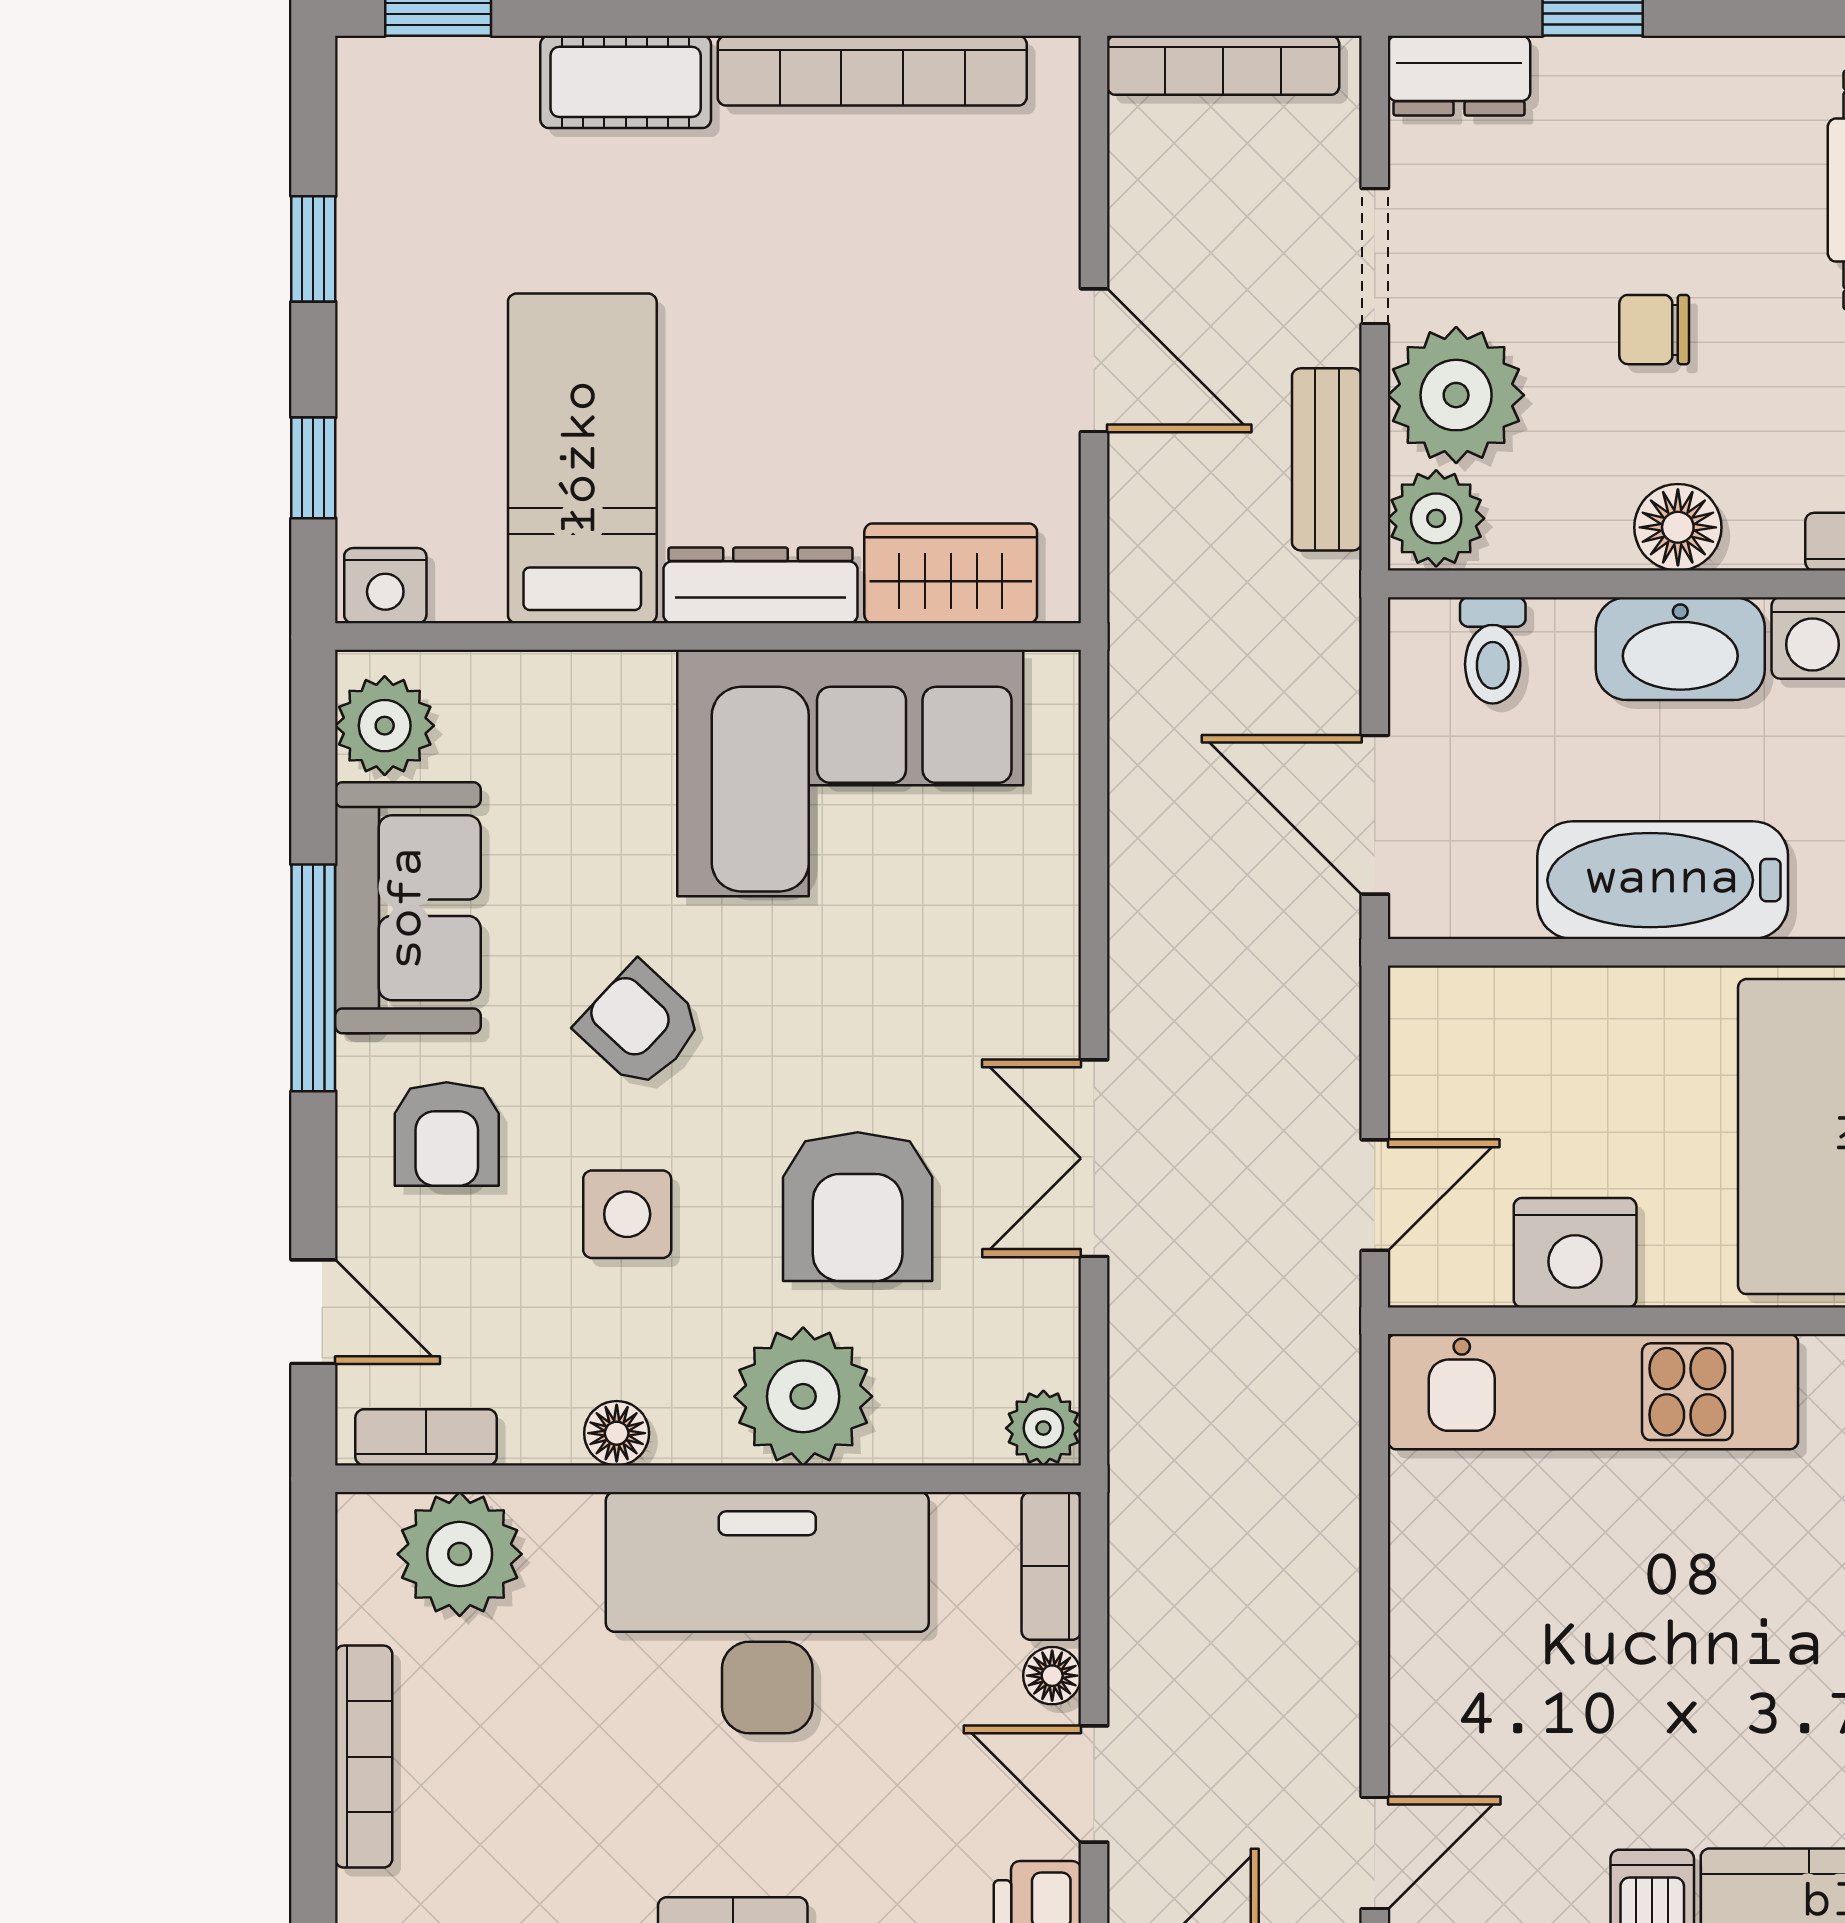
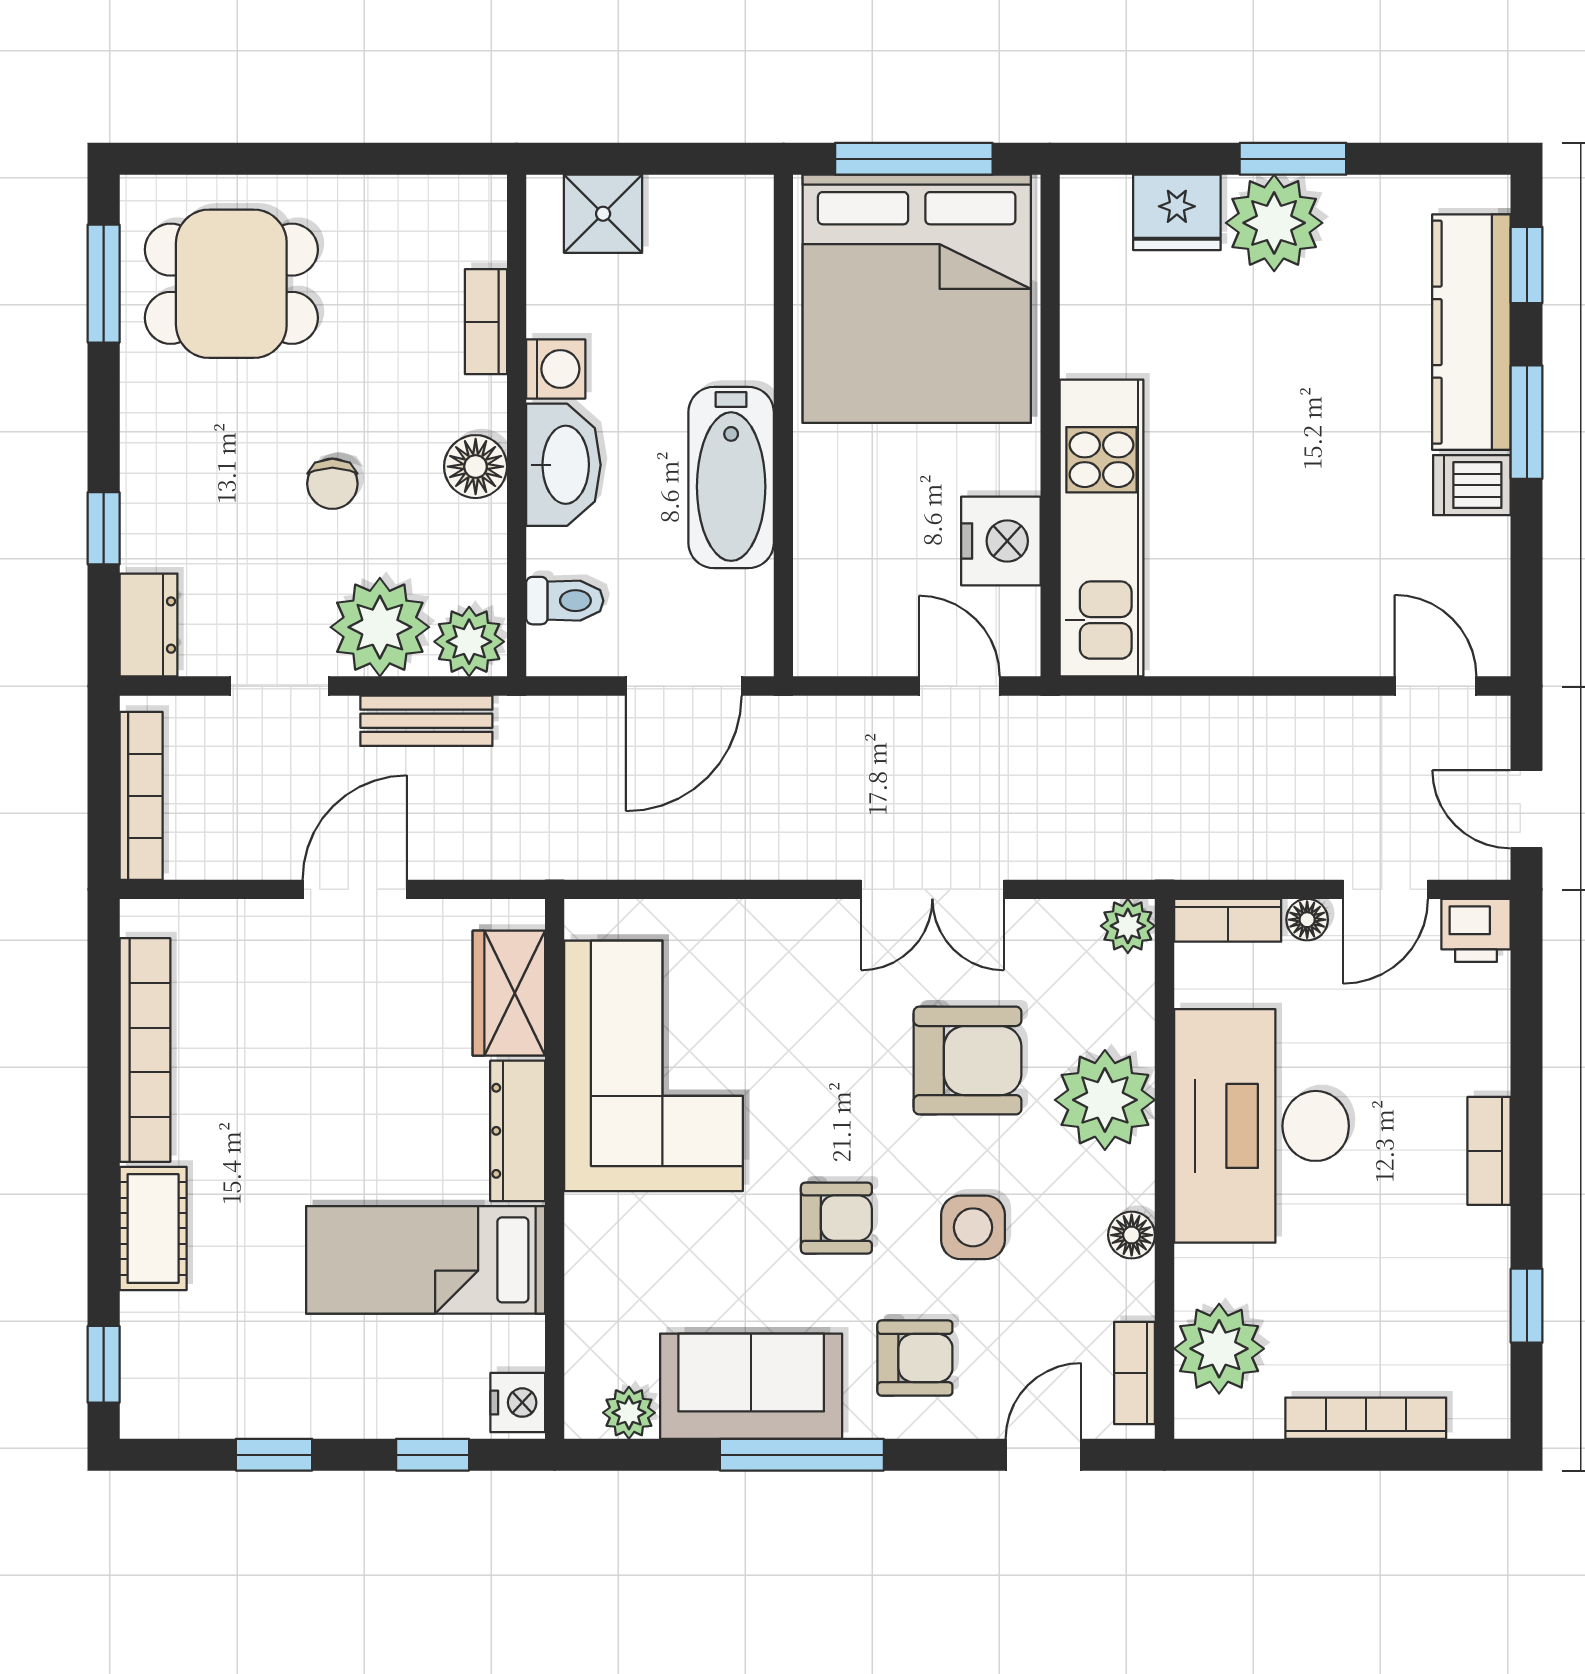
plant: (385, 726) -> (629, 1413), width x0.73, depth x0.73
armchair: (640, 1026) -> (836, 1218), turned -133

